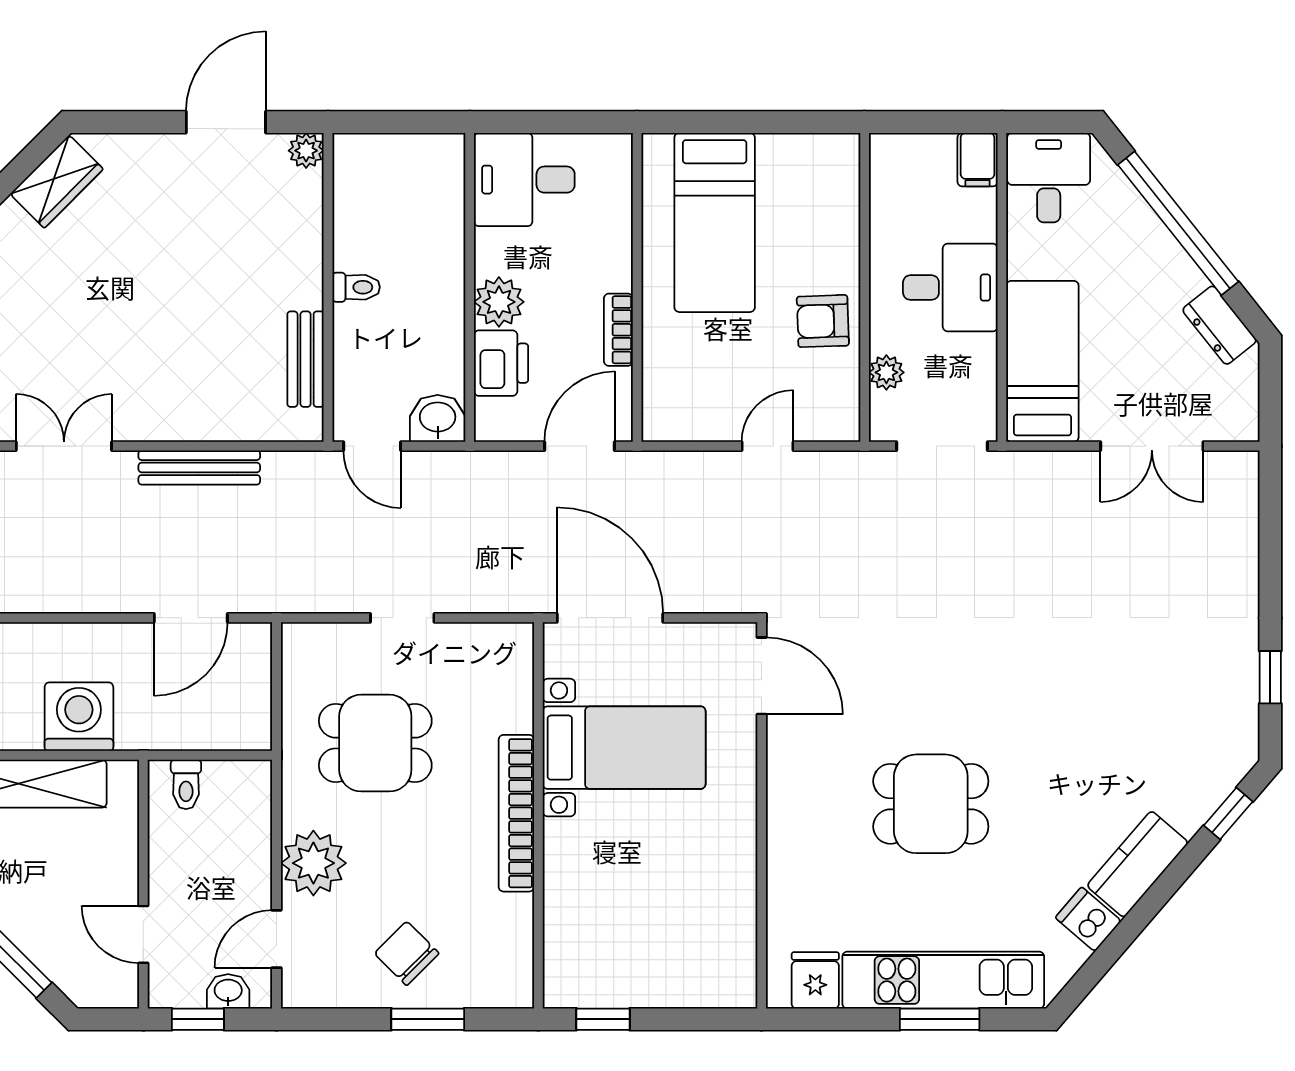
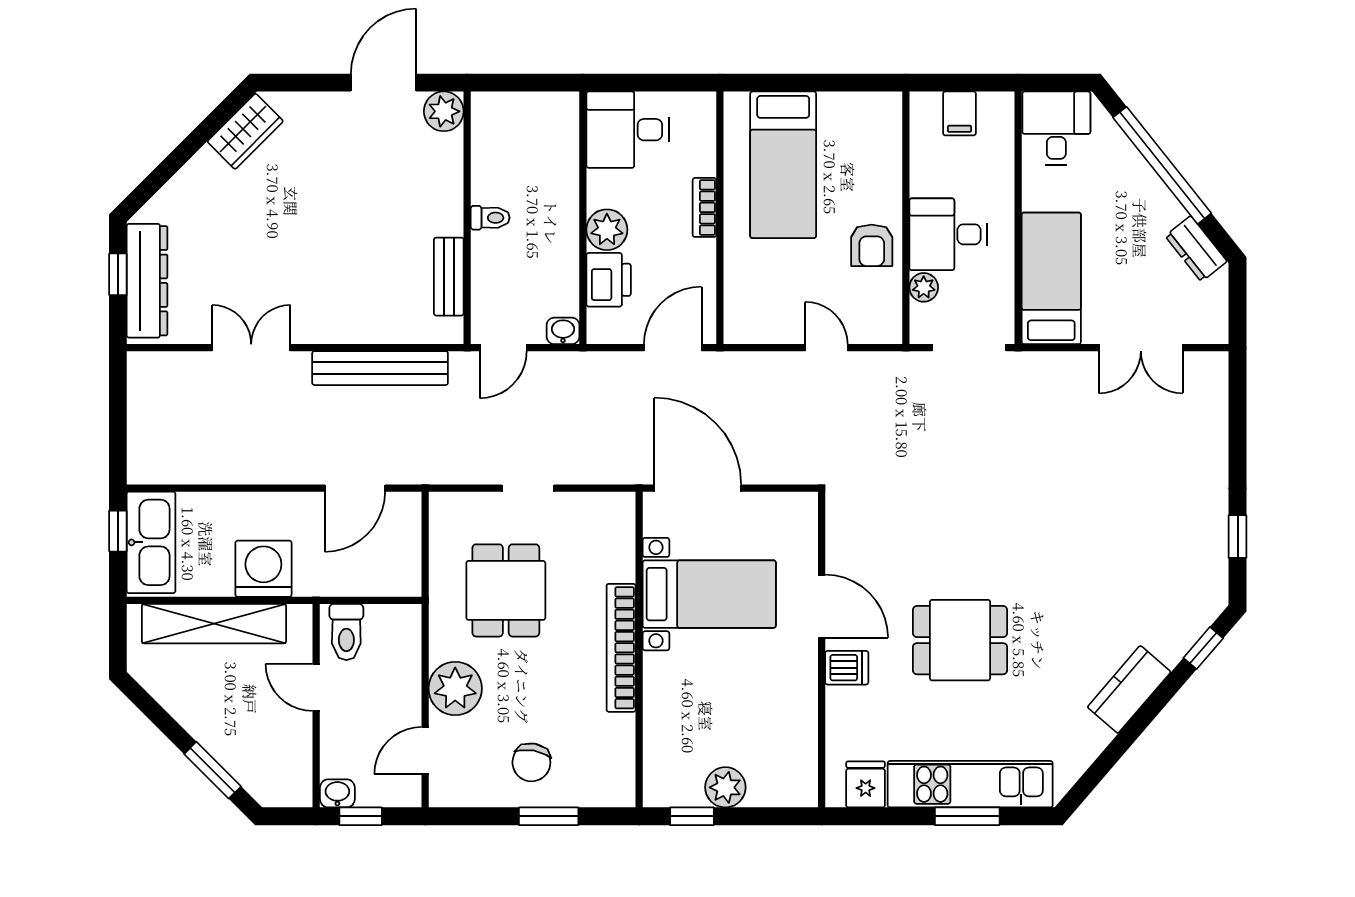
plant: (306, 151) -> (444, 111), width x1.38, depth x1.38
filing cabinet: (978, 160) -> (959, 113), moved
desk: (950, 288) -> (948, 234), moved, turned 180
armchair: (823, 321) -> (872, 245), turned -88
bookcase: (618, 330) -> (705, 207), moved
washbasin: (438, 418) -> (563, 331), width x0.72, depth x0.69
door: (372, 446) -> (503, 348), hinge flipped
door: (767, 446) -> (826, 348), hinge flipped
bench: (199, 468) -> (380, 368), width x1.37, depth x1.21
door: (762, 676) -> (822, 606), moved
dining table: (375, 743) -> (506, 590), turned 90
toilet: (186, 784) -> (346, 632), width x1.37, depth x1.39
dishwasher: (1088, 919) -> (847, 668), moved, turned 139
door: (143, 934) -> (316, 687), moved
chair: (407, 953) -> (531, 762), turned -125
plant: (644, 984) -> (725, 787), added
washbasin: (228, 991) -> (337, 793), moved

